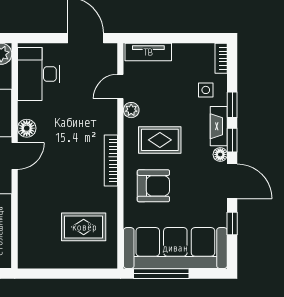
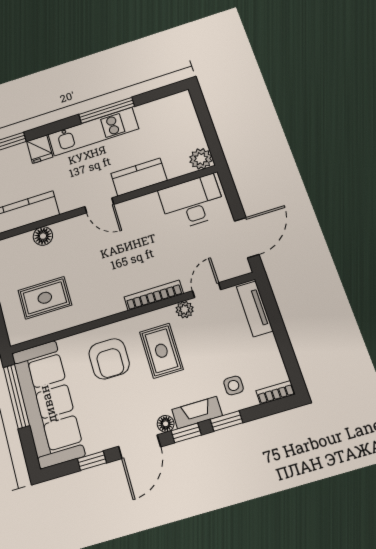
door: (120, 86) -> (207, 290), hinge flipped
floor lamp: (27, 128) -> (43, 236), moved
bookcase: (111, 160) -> (154, 295), moved
rug: (84, 227) -> (45, 298), turned 90

